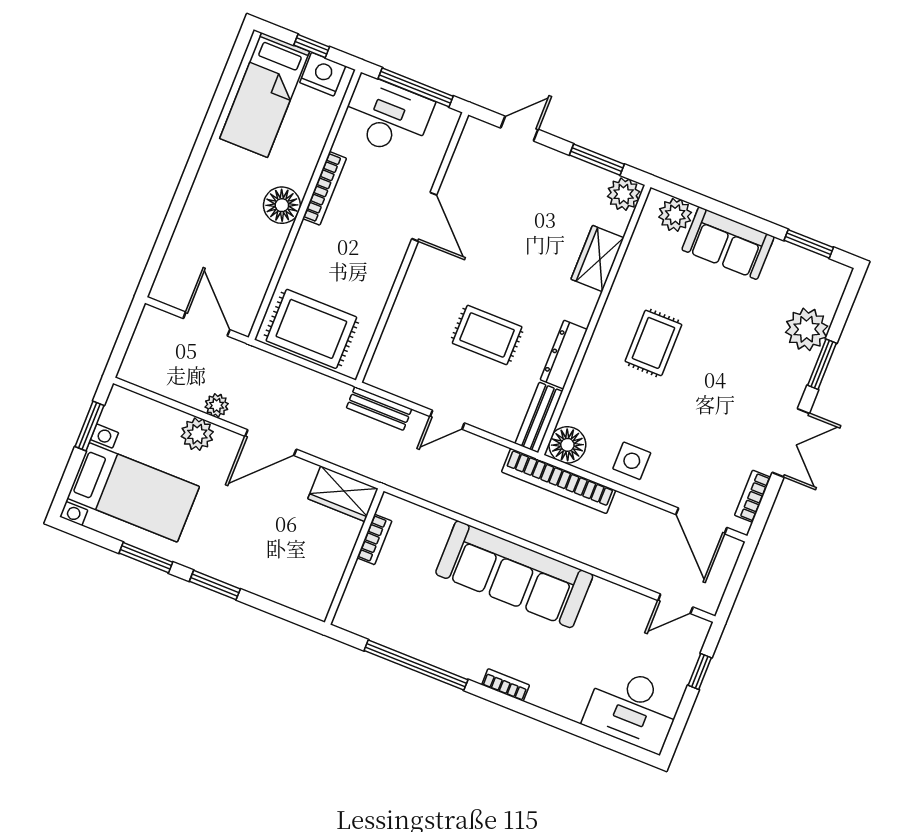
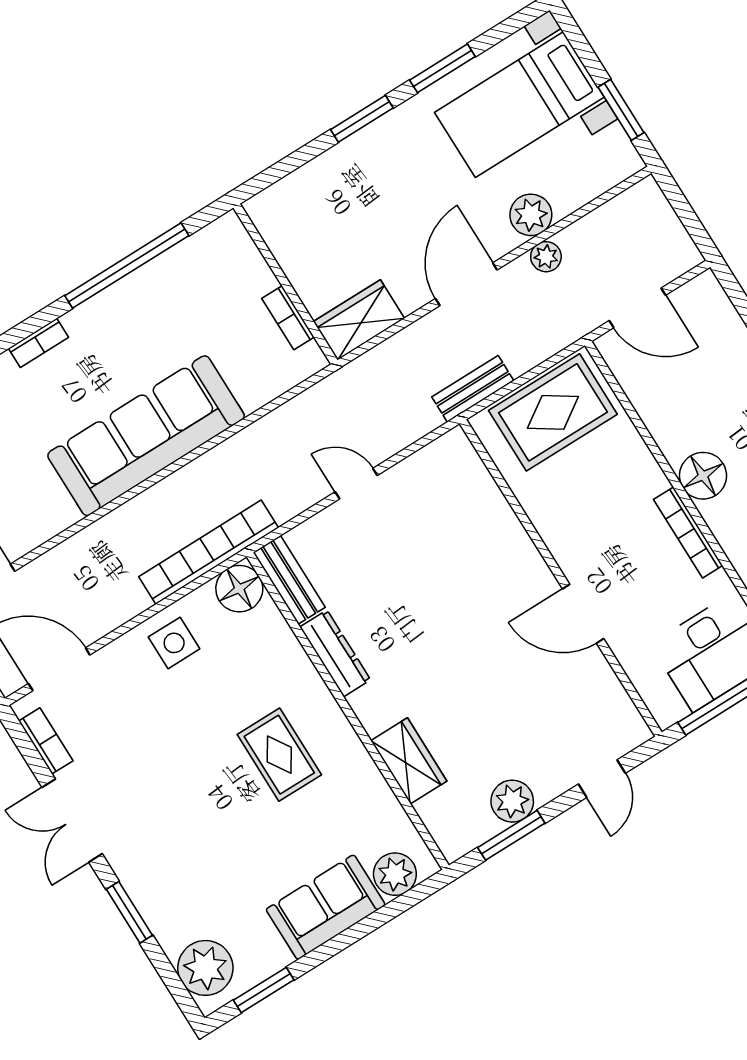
plant: (624, 194) -> (512, 801), moved
plant: (807, 329) -> (205, 968), moved
rug: (487, 335) -> (414, 589), removed
bench: (379, 408) -> (473, 389), moved
door: (447, 420) -> (356, 484), hinge flipped

